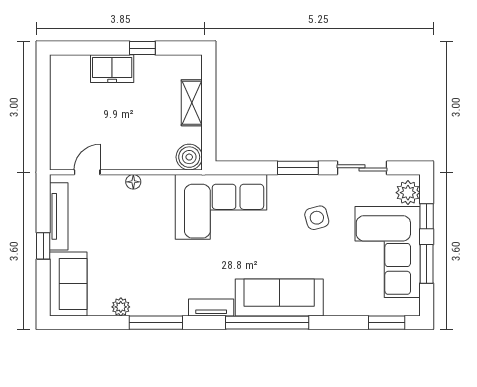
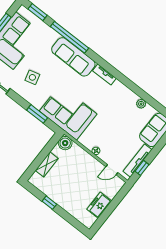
freezer: (112, 69) -> (99, 205), moved, turned -90
window: (298, 168) -> (37, 114), moved
window: (43, 246) -> (142, 168), moved
window: (156, 323) -> (132, 86), removed
window: (267, 323) -> (70, 37), moved

